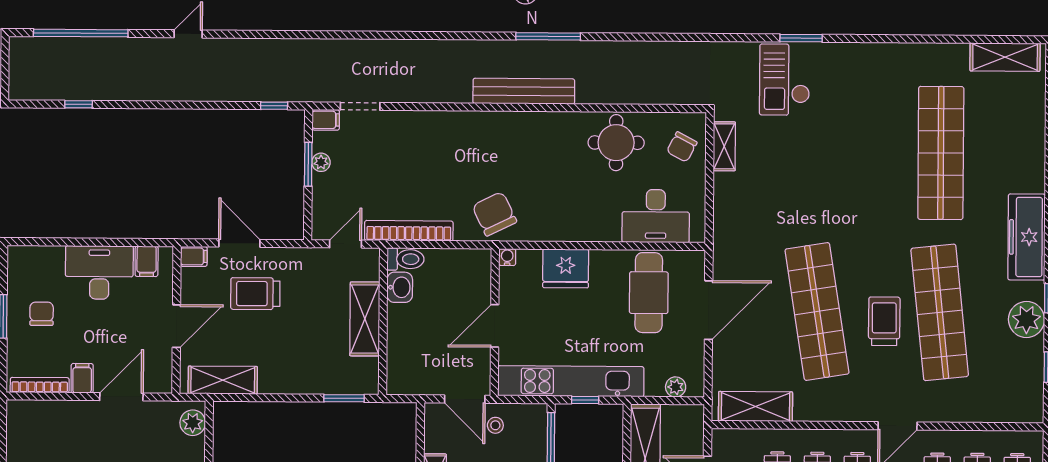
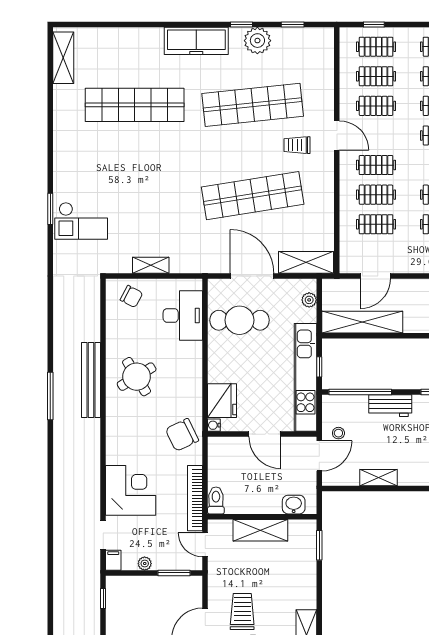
bench: (524, 91) -> (91, 380), moved
round table: (616, 143) -> (137, 377), moved, turned -31
corner desk: (420, 144) -> (131, 490), added
shelving: (724, 146) -> (151, 265), moved
window: (308, 164) -> (174, 573), moved
fridge: (566, 268) -> (222, 401), moved
washbasin: (400, 287) -> (294, 505), moved
trolley: (255, 294) -> (242, 611), turned 180
trolley: (884, 321) -> (297, 145), moved, width x0.73, depth x0.72
shelving: (755, 407) -> (306, 262), moved, turned 90

